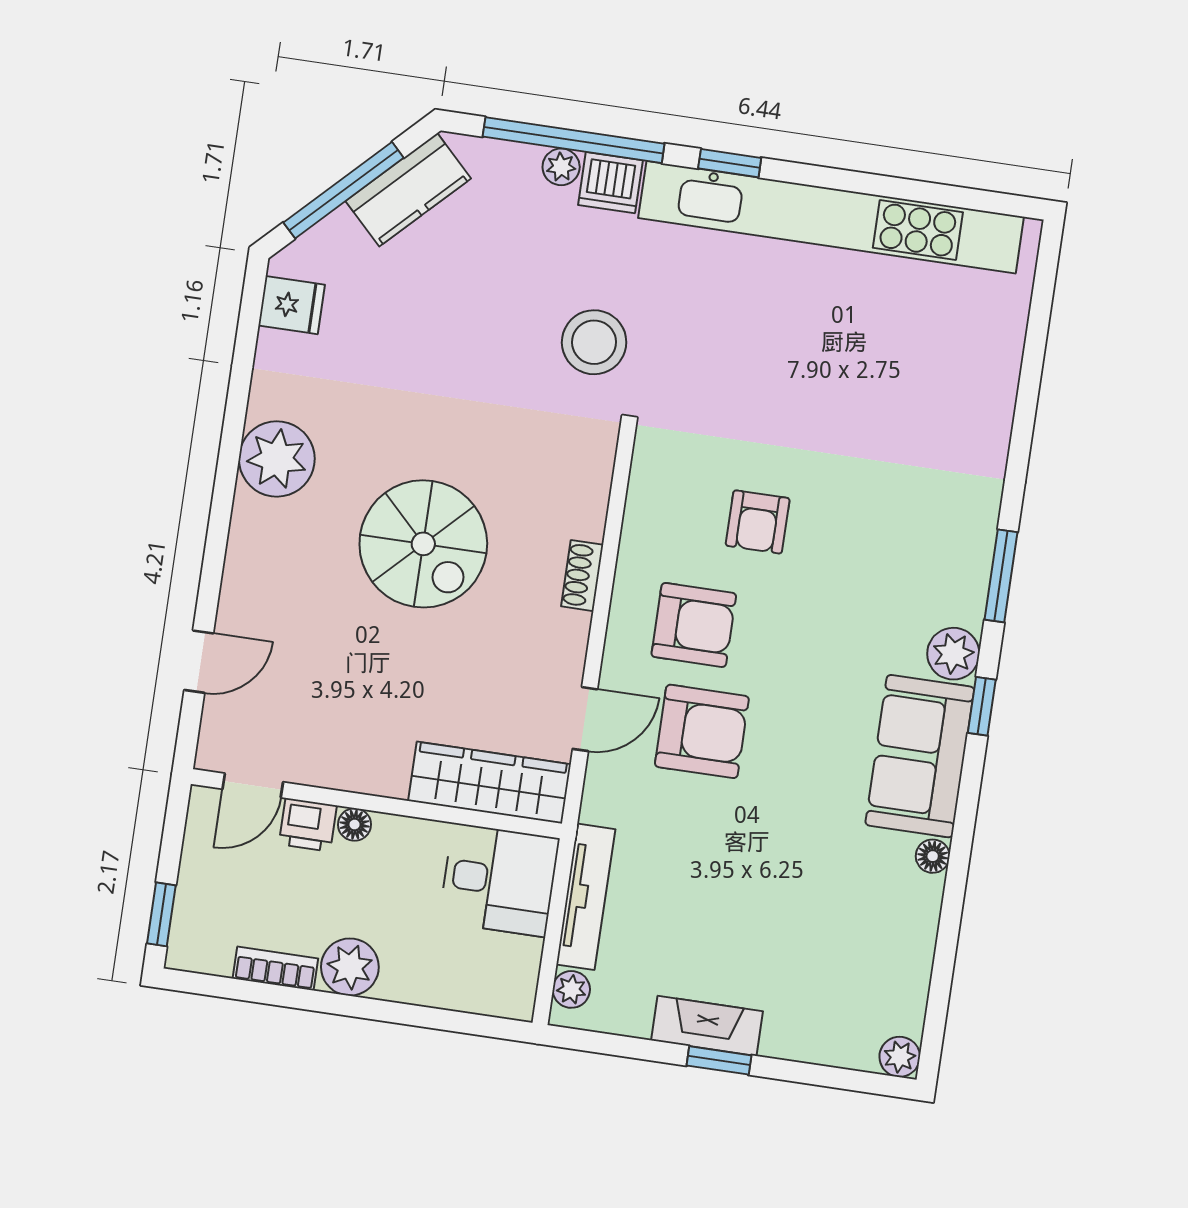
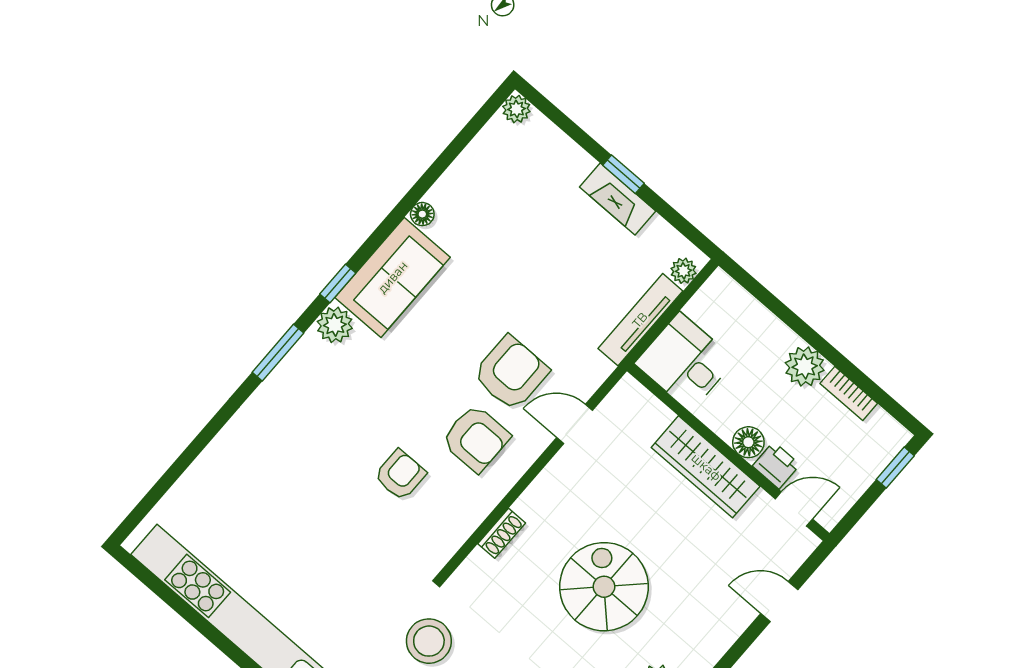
shoe rack: (582, 576) -> (502, 533), moved
armchair: (694, 625) -> (476, 438), turned 180
armchair: (702, 731) -> (511, 373), turned 90
wardrobe: (490, 783) -> (706, 467), moved
floor lamp: (355, 825) -> (748, 442), width x1.37, depth x1.37

